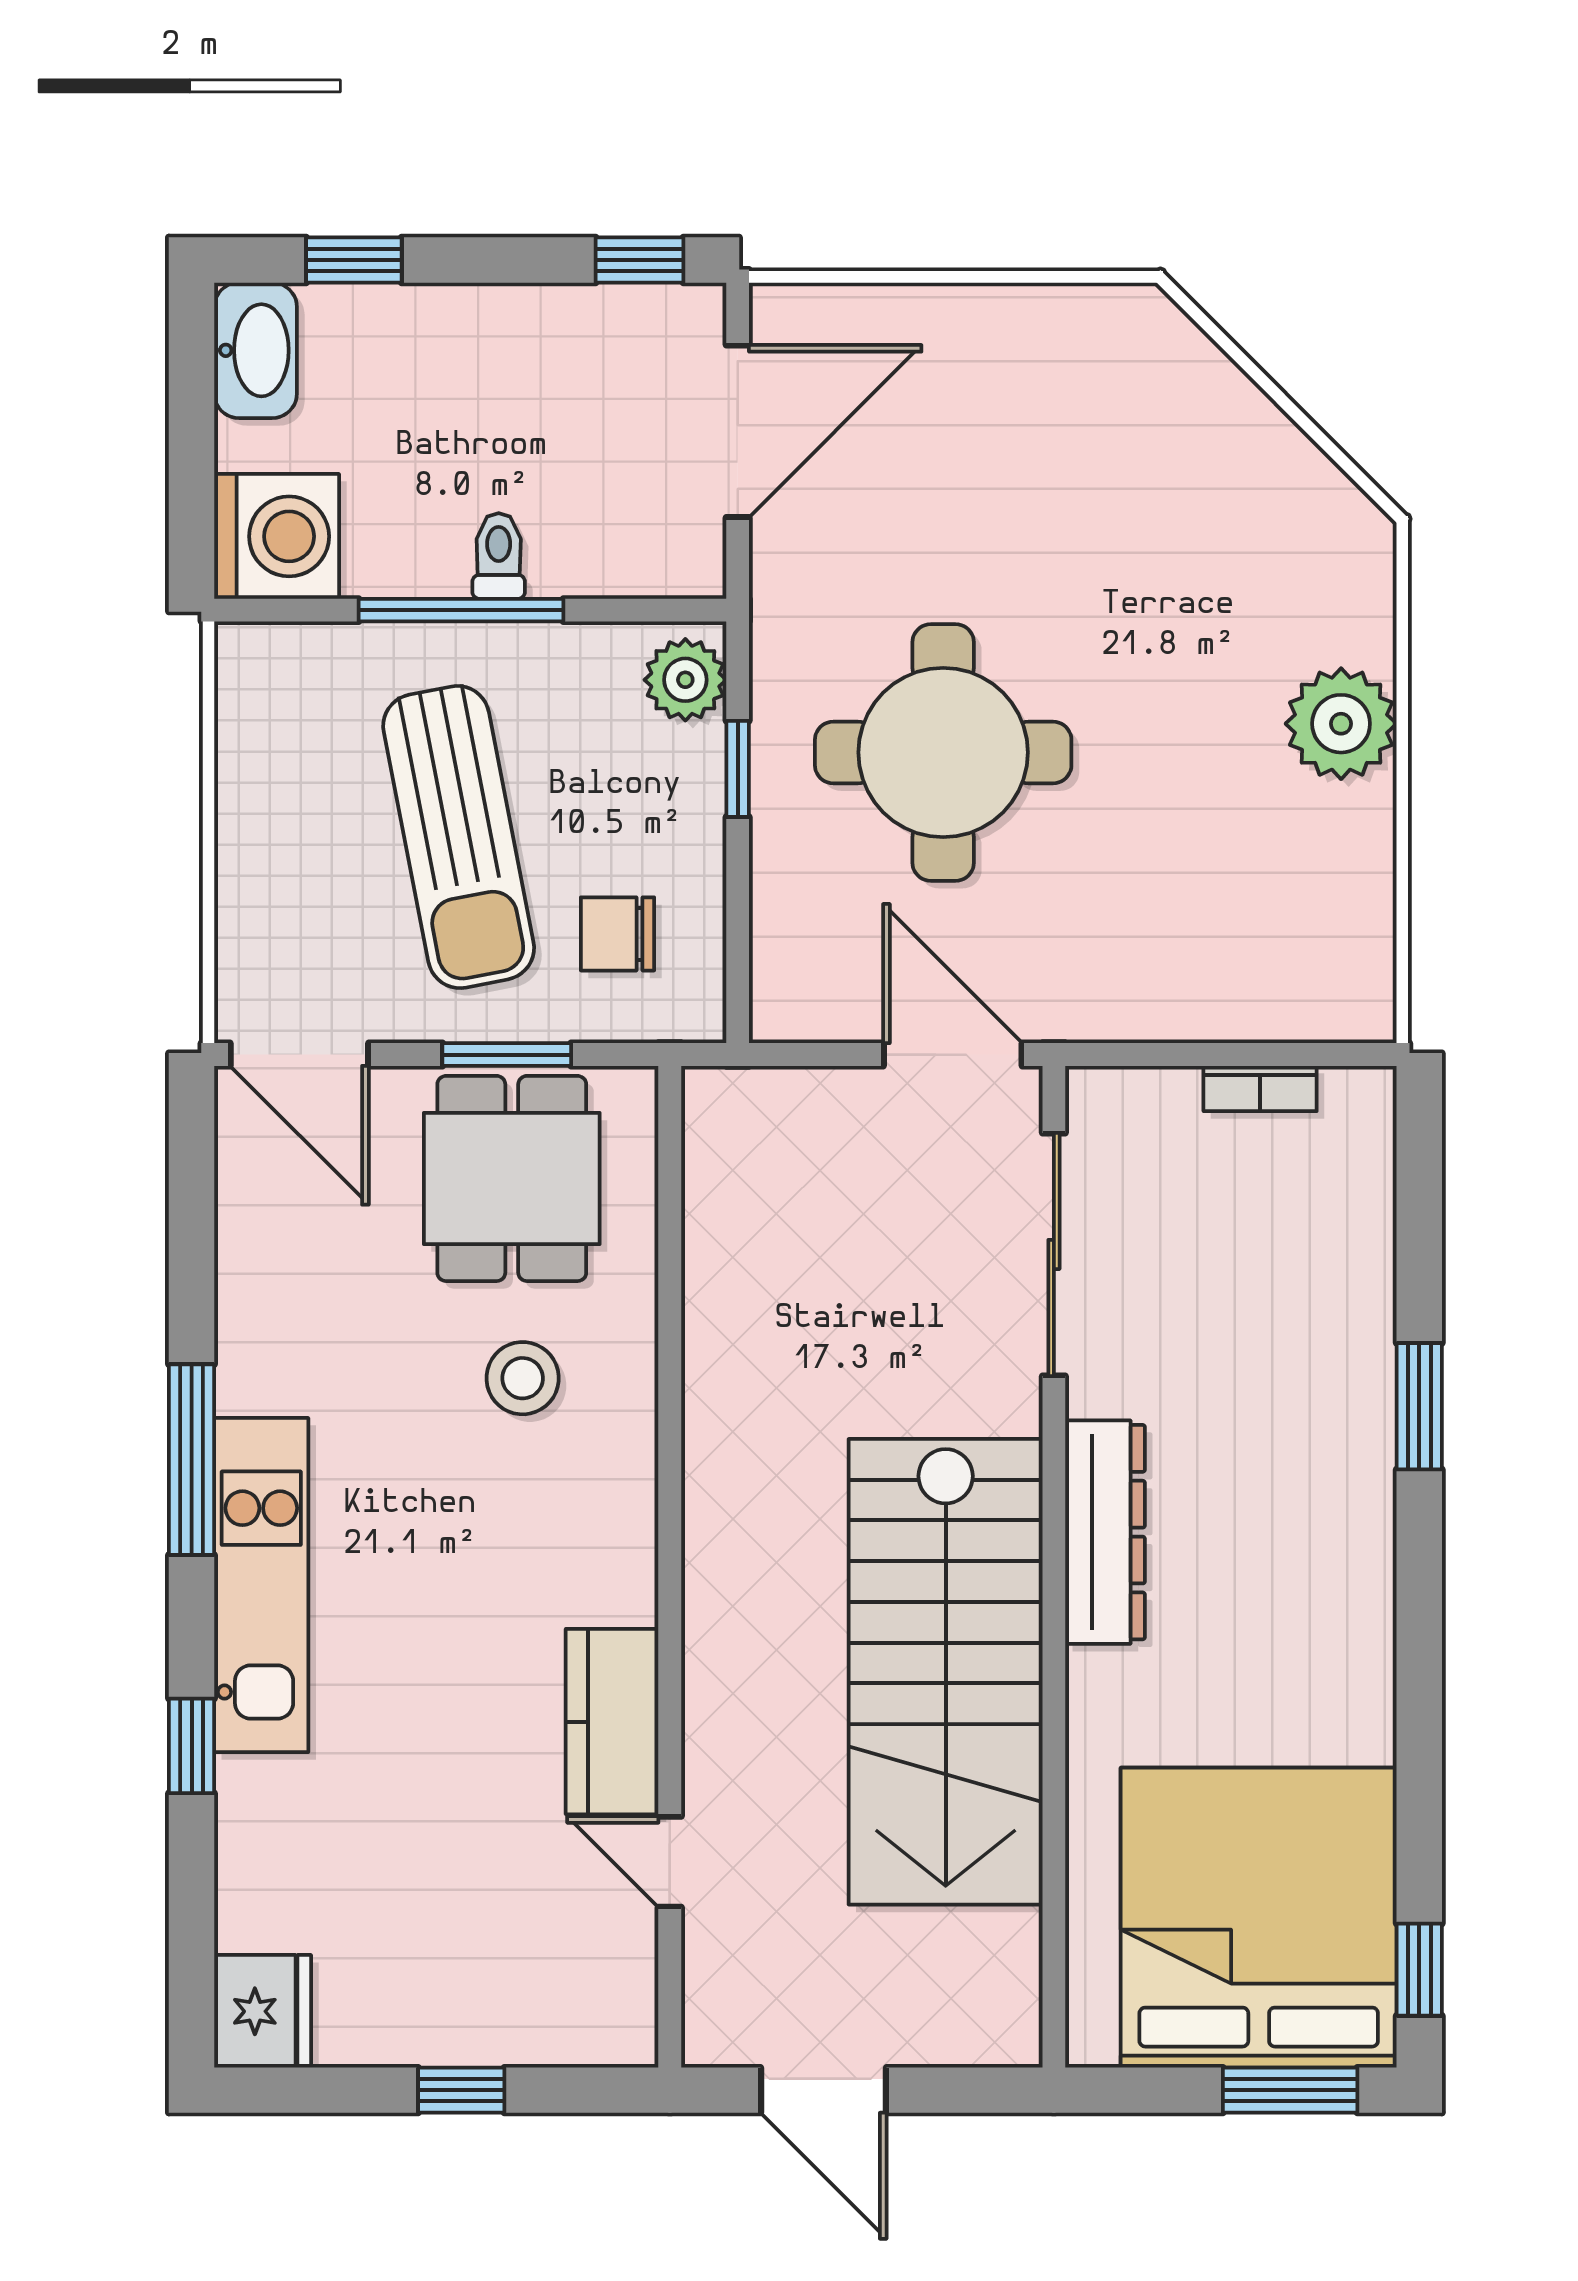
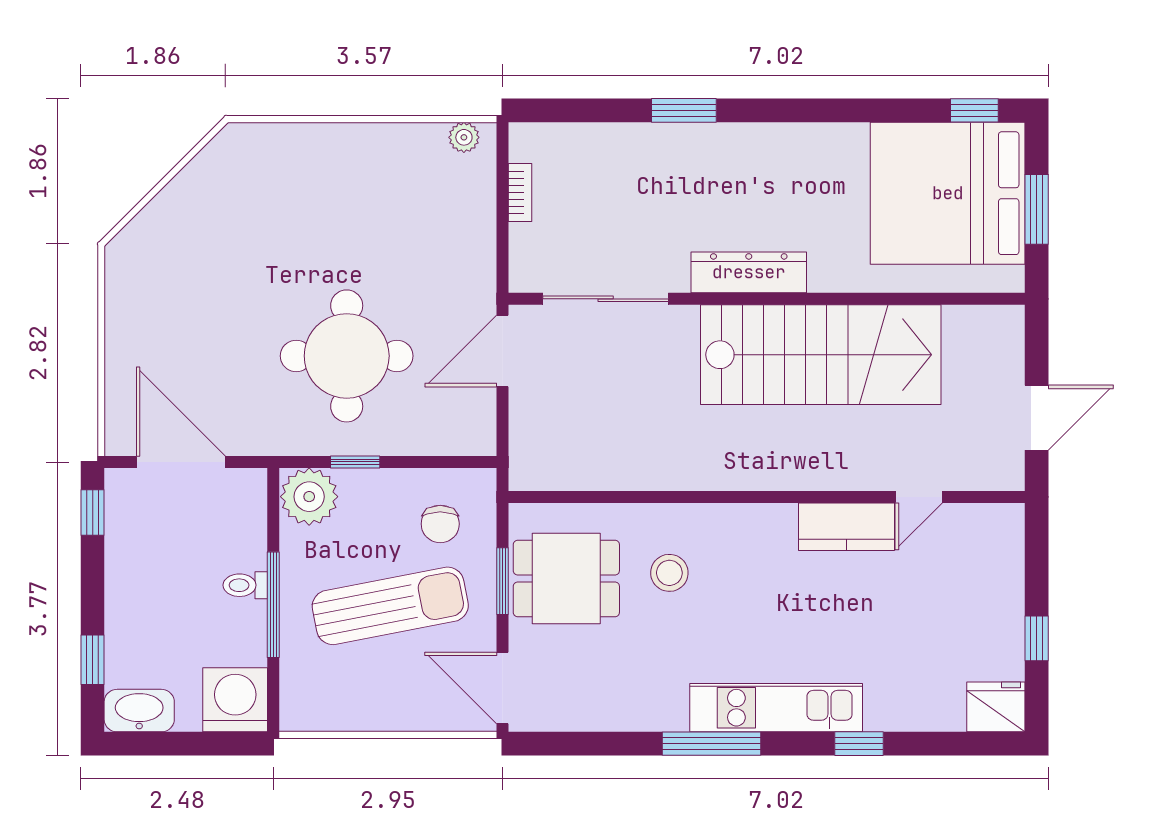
plant: (685, 680) -> (309, 497), width x1.36, depth x1.36
plant: (1341, 724) -> (464, 137), moved, width x0.53, depth x0.53
door: (299, 1055) -> (502, 688), swing flipped
window: (461, 2090) -> (1037, 638), moved
window: (1290, 2090) -> (1037, 209), moved

